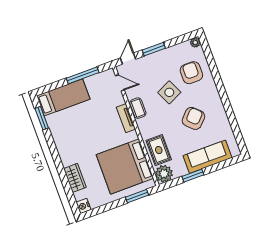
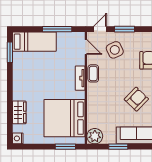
side table: (169, 92) -> (115, 50), moved
rug: (159, 150) -> (98, 115), removed

